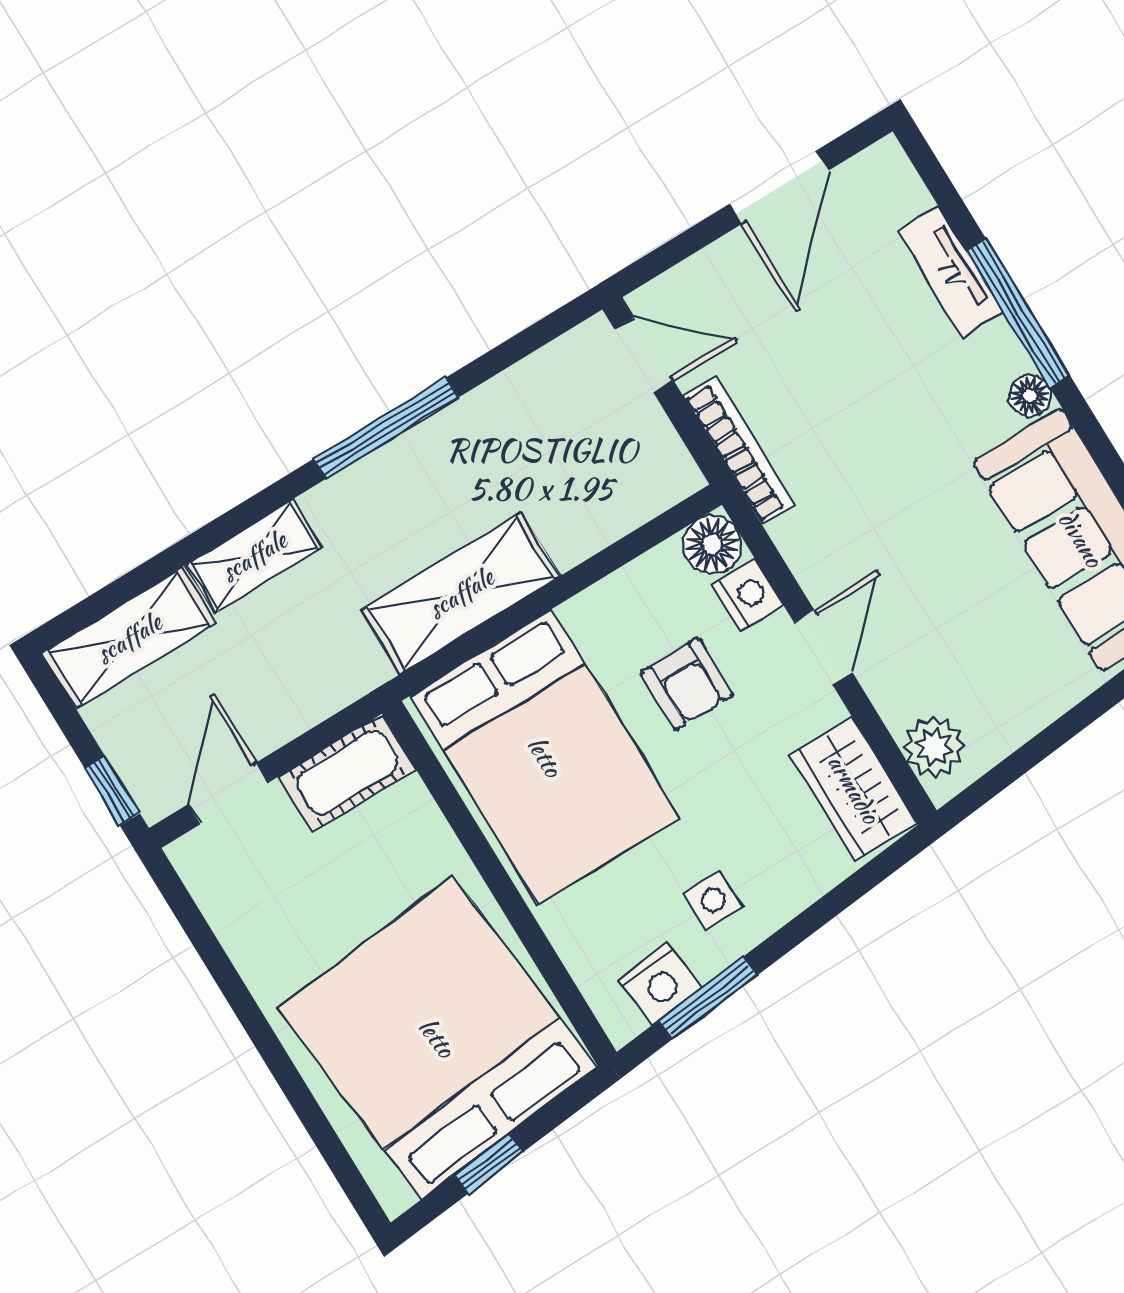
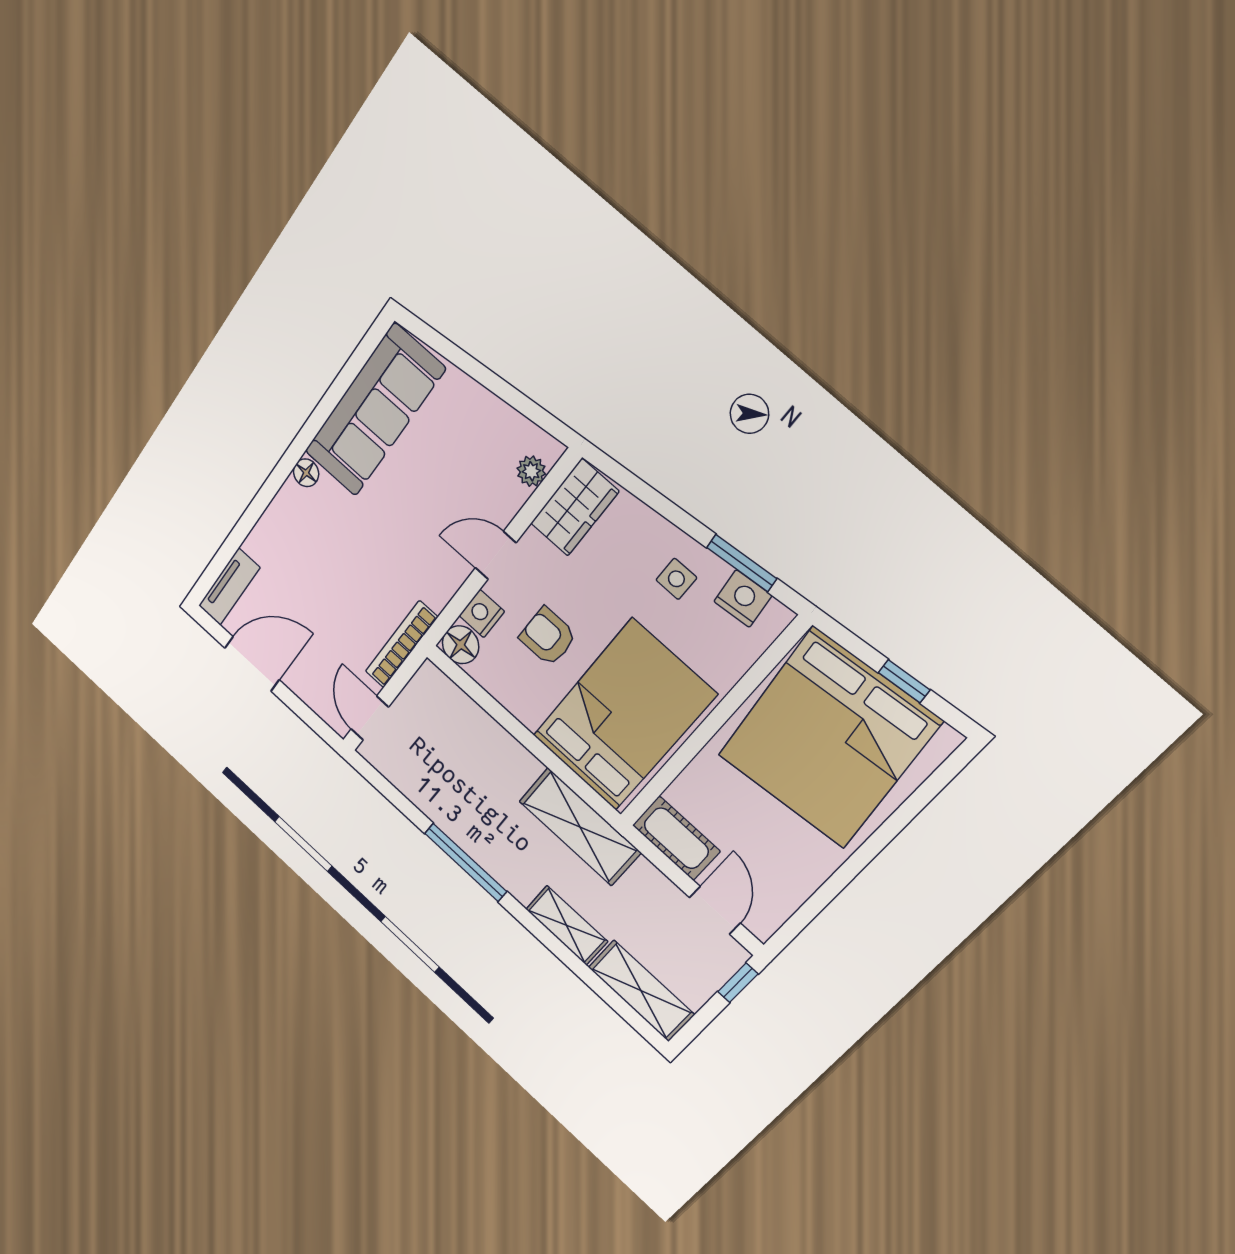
tv unit: (950, 271) -> (229, 587), moved
window: (1018, 314) -> (265, 496), removed
shelving: (461, 593) -> (580, 827), moved
armchair: (687, 684) -> (548, 637), turned -90
plant: (934, 747) -> (531, 471), width x0.73, depth x0.73
door: (228, 793) -> (715, 910), swing flipped

